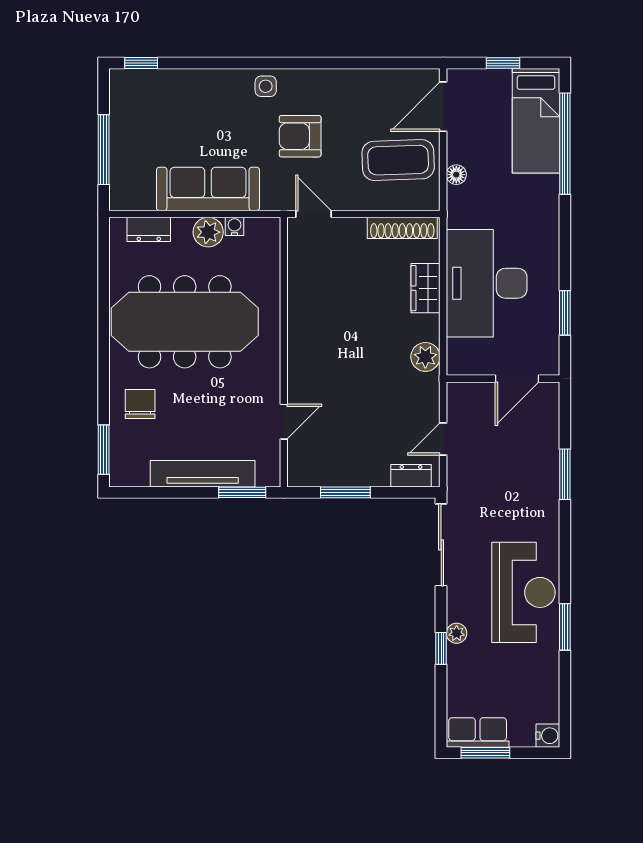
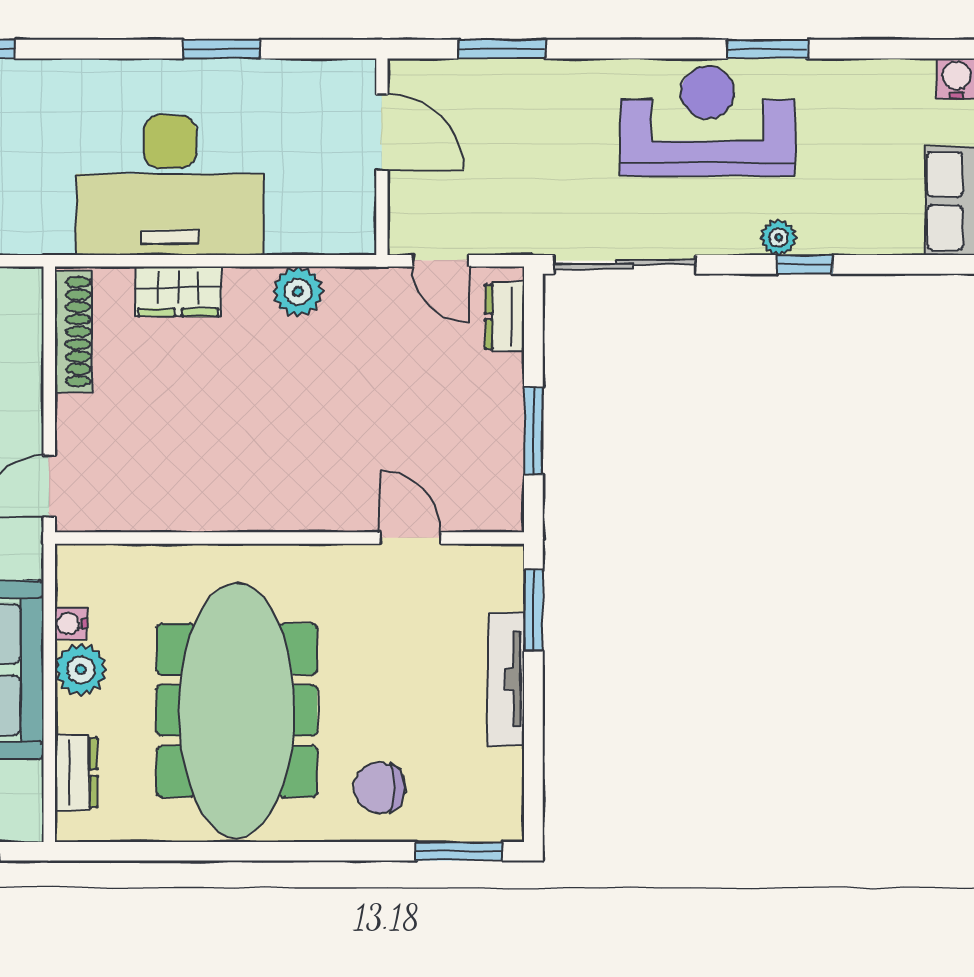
wall: (503, 379) -> (382, 157), moved
door: (517, 379) -> (382, 132), moved
tv unit: (203, 474) -> (506, 679), width x0.73, depth x0.78

